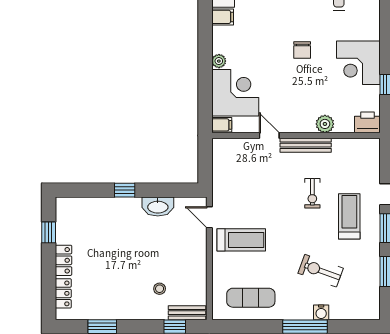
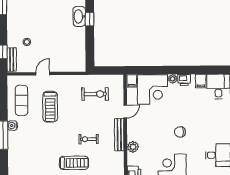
printer: (221, 43) -> (184, 80), added
washbasin: (158, 207) -> (79, 16), moved
door: (209, 217) -> (43, 74), moved
treadmill: (241, 240) -> (50, 107), moved
exercise bike: (321, 271) -> (95, 94), moved, turned 70
water cooler: (321, 312) -> (12, 126), moved

